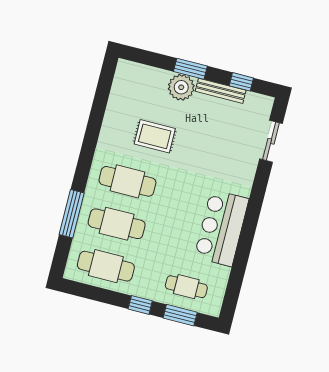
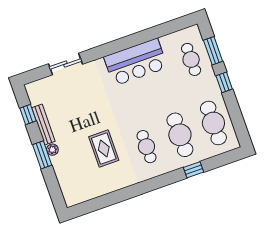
plant: (181, 87) -> (52, 150), width x0.53, depth x0.53
sliding door: (271, 141) -> (65, 64), moved
cafe table: (127, 181) -> (146, 147), width x0.73, depth x0.74
window: (72, 214) -> (193, 170), width x0.46

